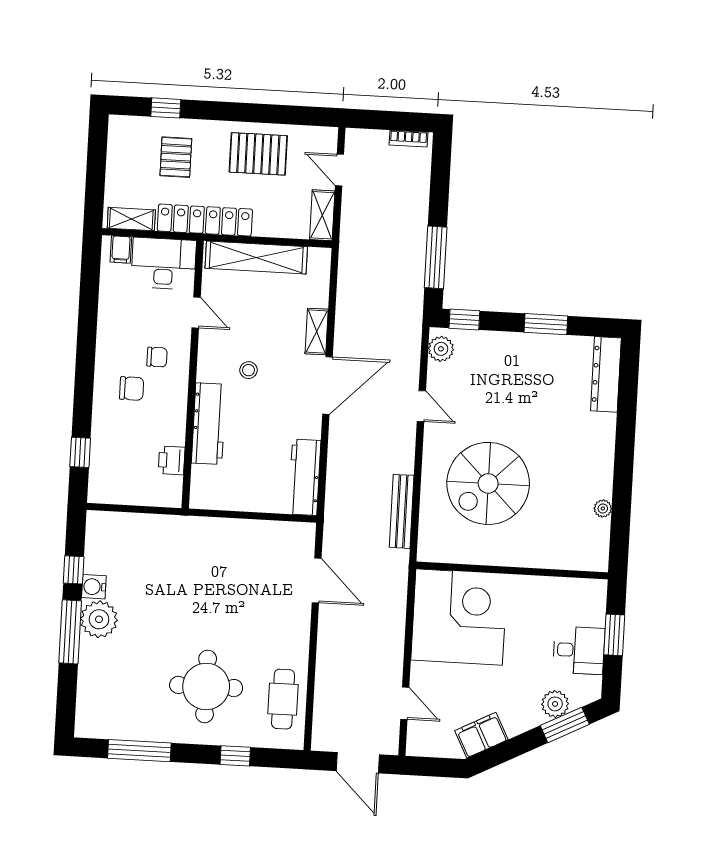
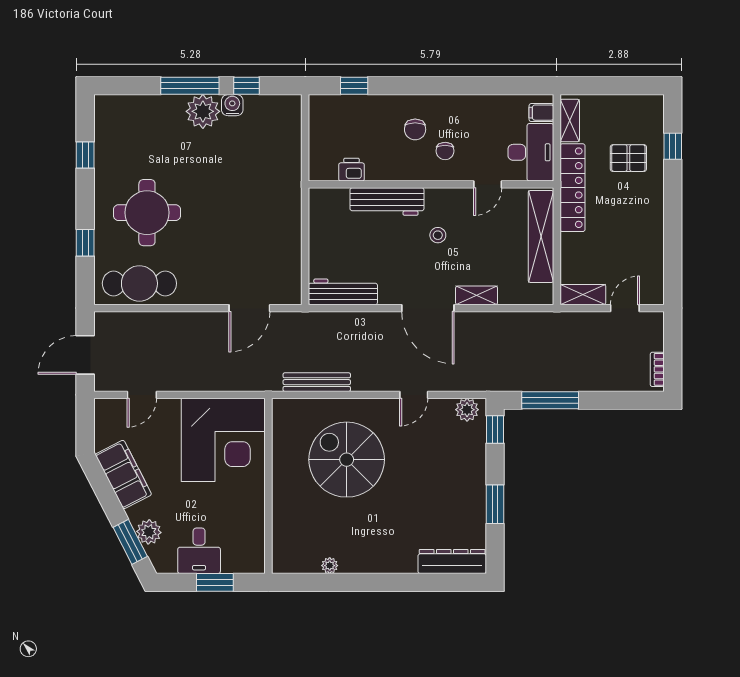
pallet: (258, 154) -> (636, 233), removed
cafe table: (283, 699) -> (139, 283), width x1.37, depth x1.35
filing cabinet: (481, 735) -> (123, 474), width x1.50, depth x1.17
window: (139, 751) -> (85, 155), width x0.46

